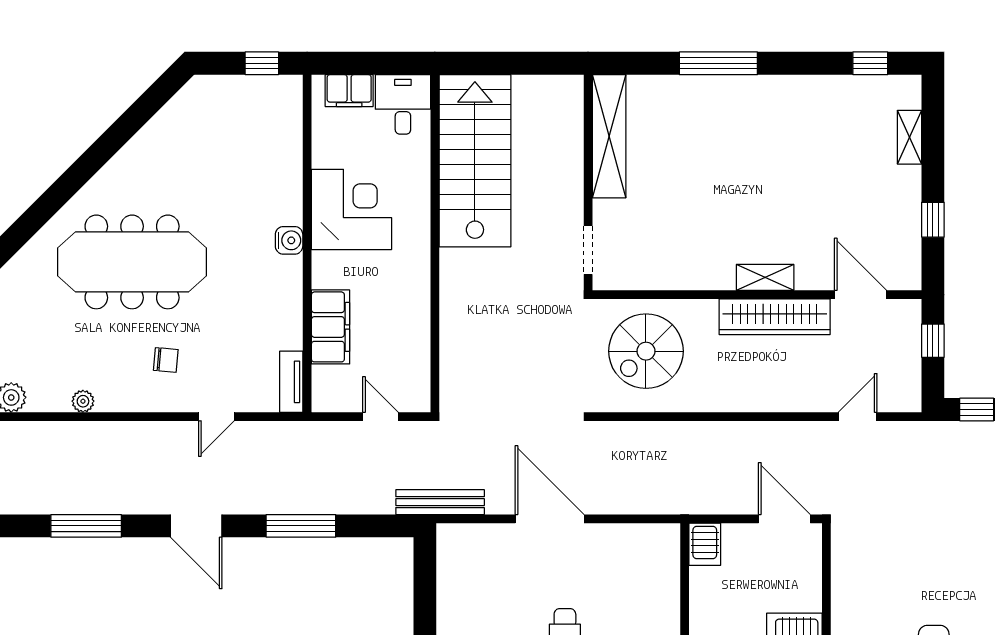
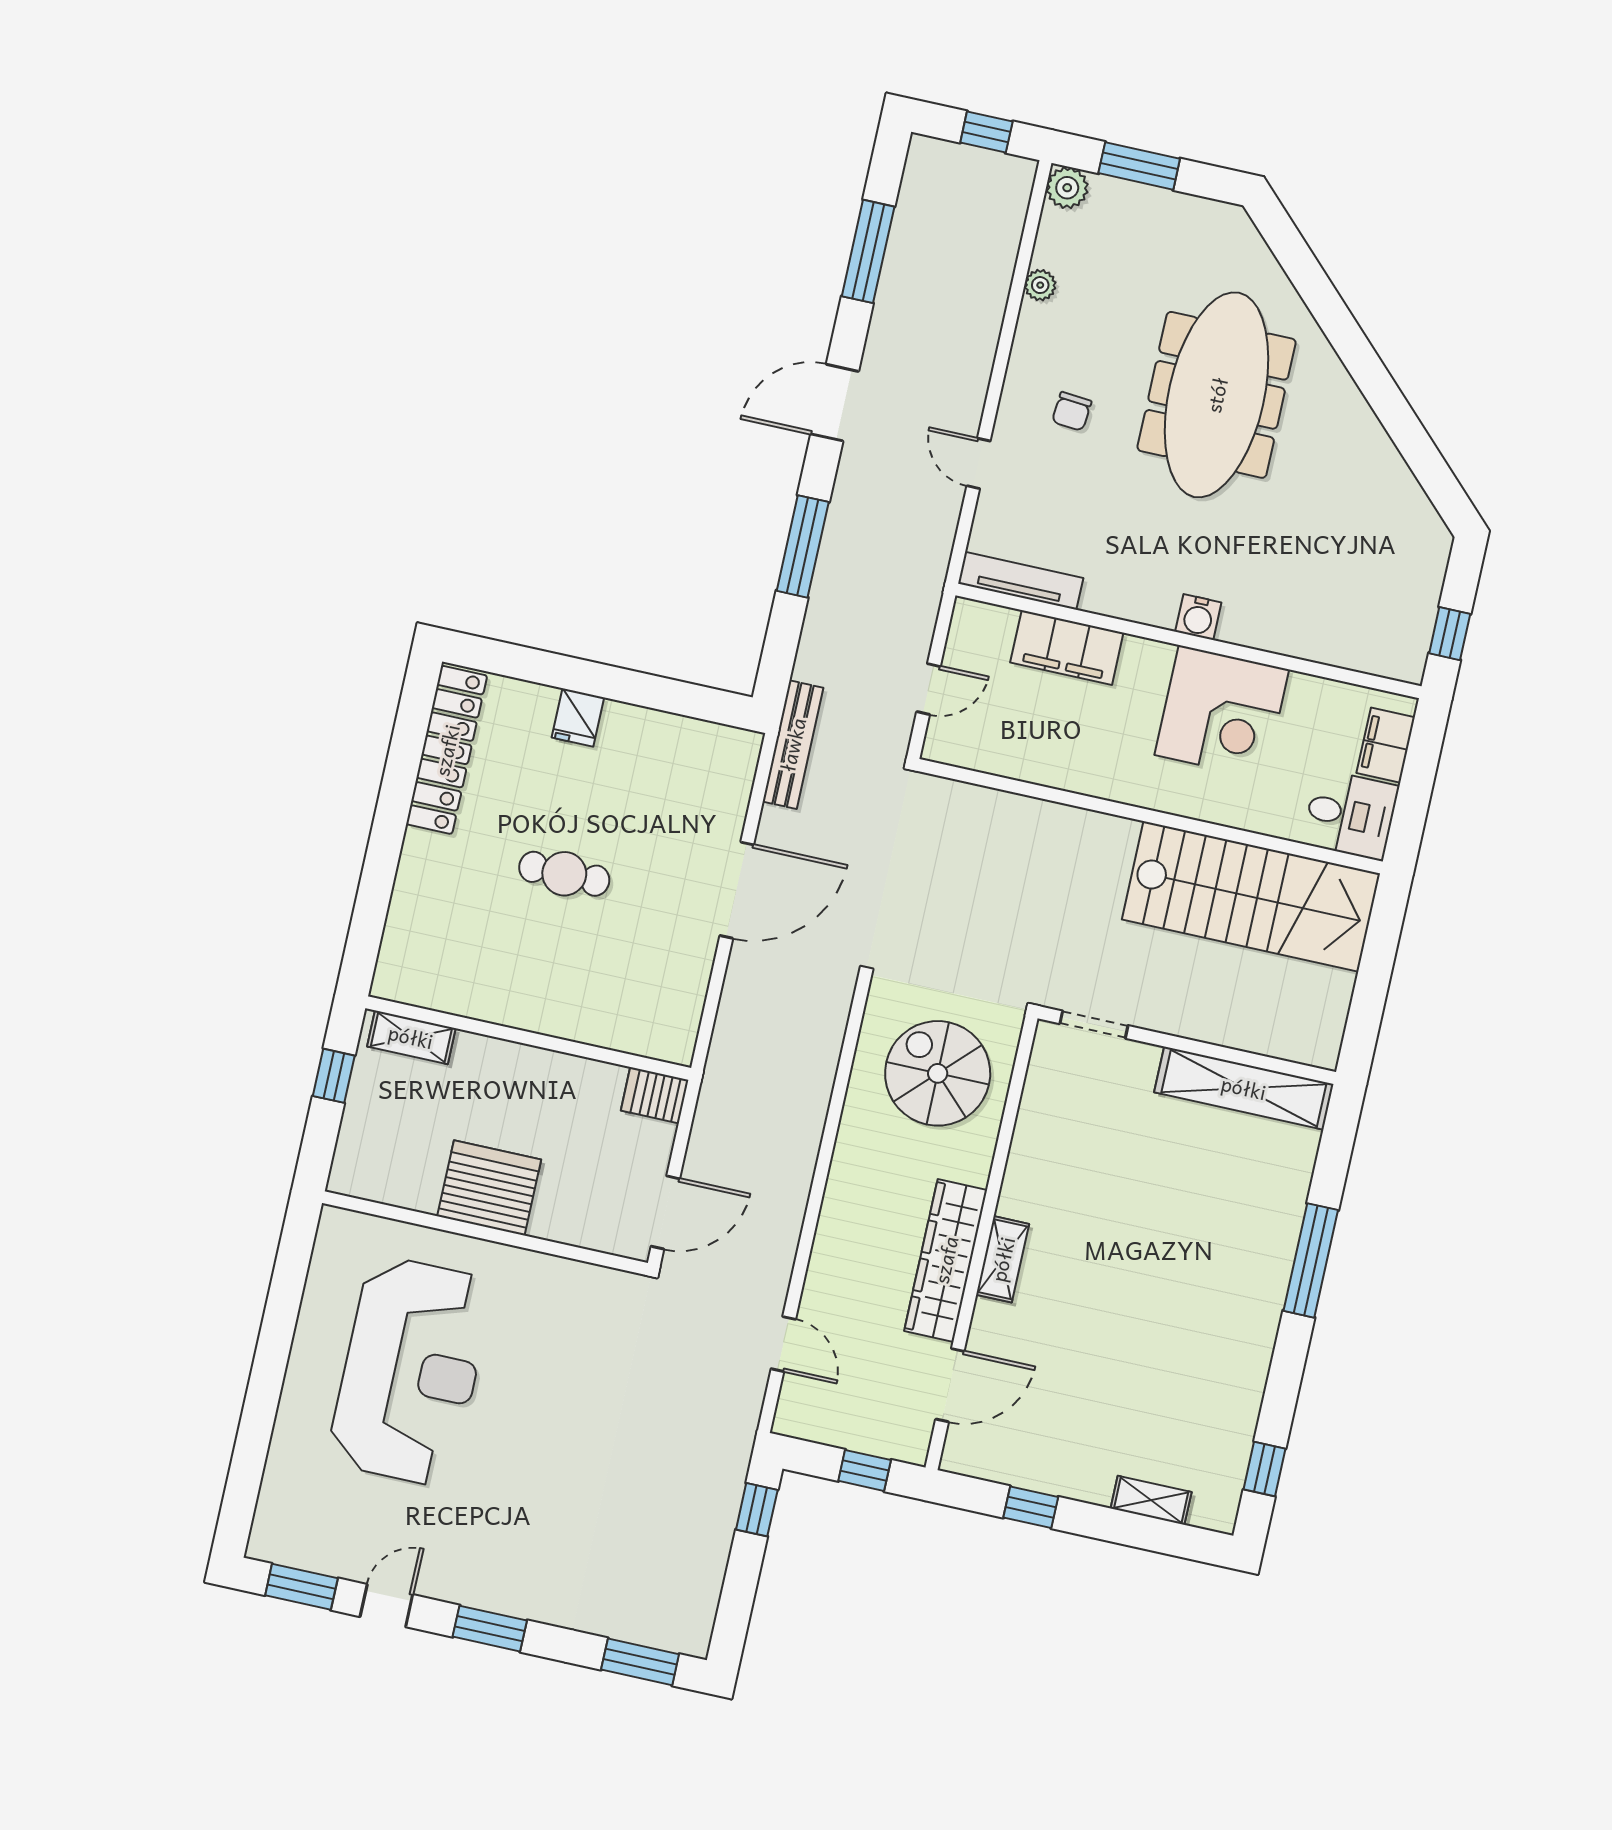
tv unit: (291, 382) -> (1021, 581), width x1.41

